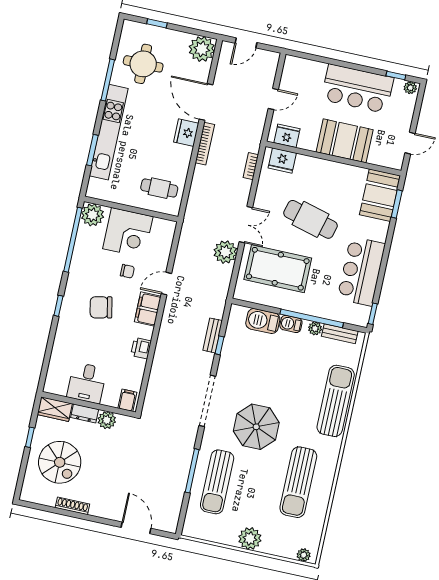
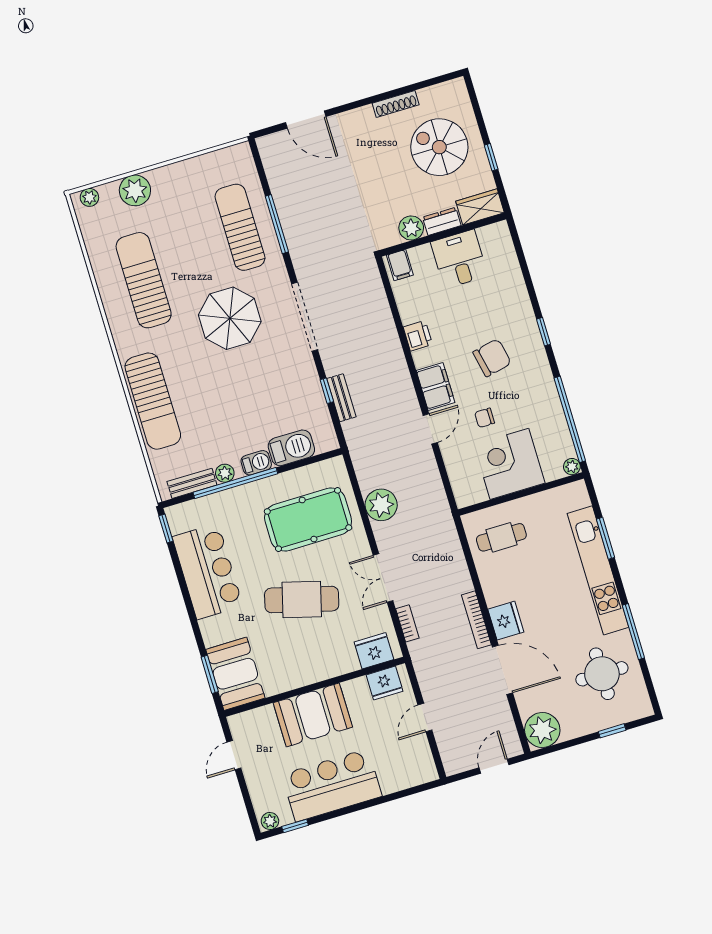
plant: (92, 215) -> (572, 467), width x0.53, depth x0.53
double door: (246, 225) -> (383, 578), moved
plant: (250, 539) -> (135, 190), moved

